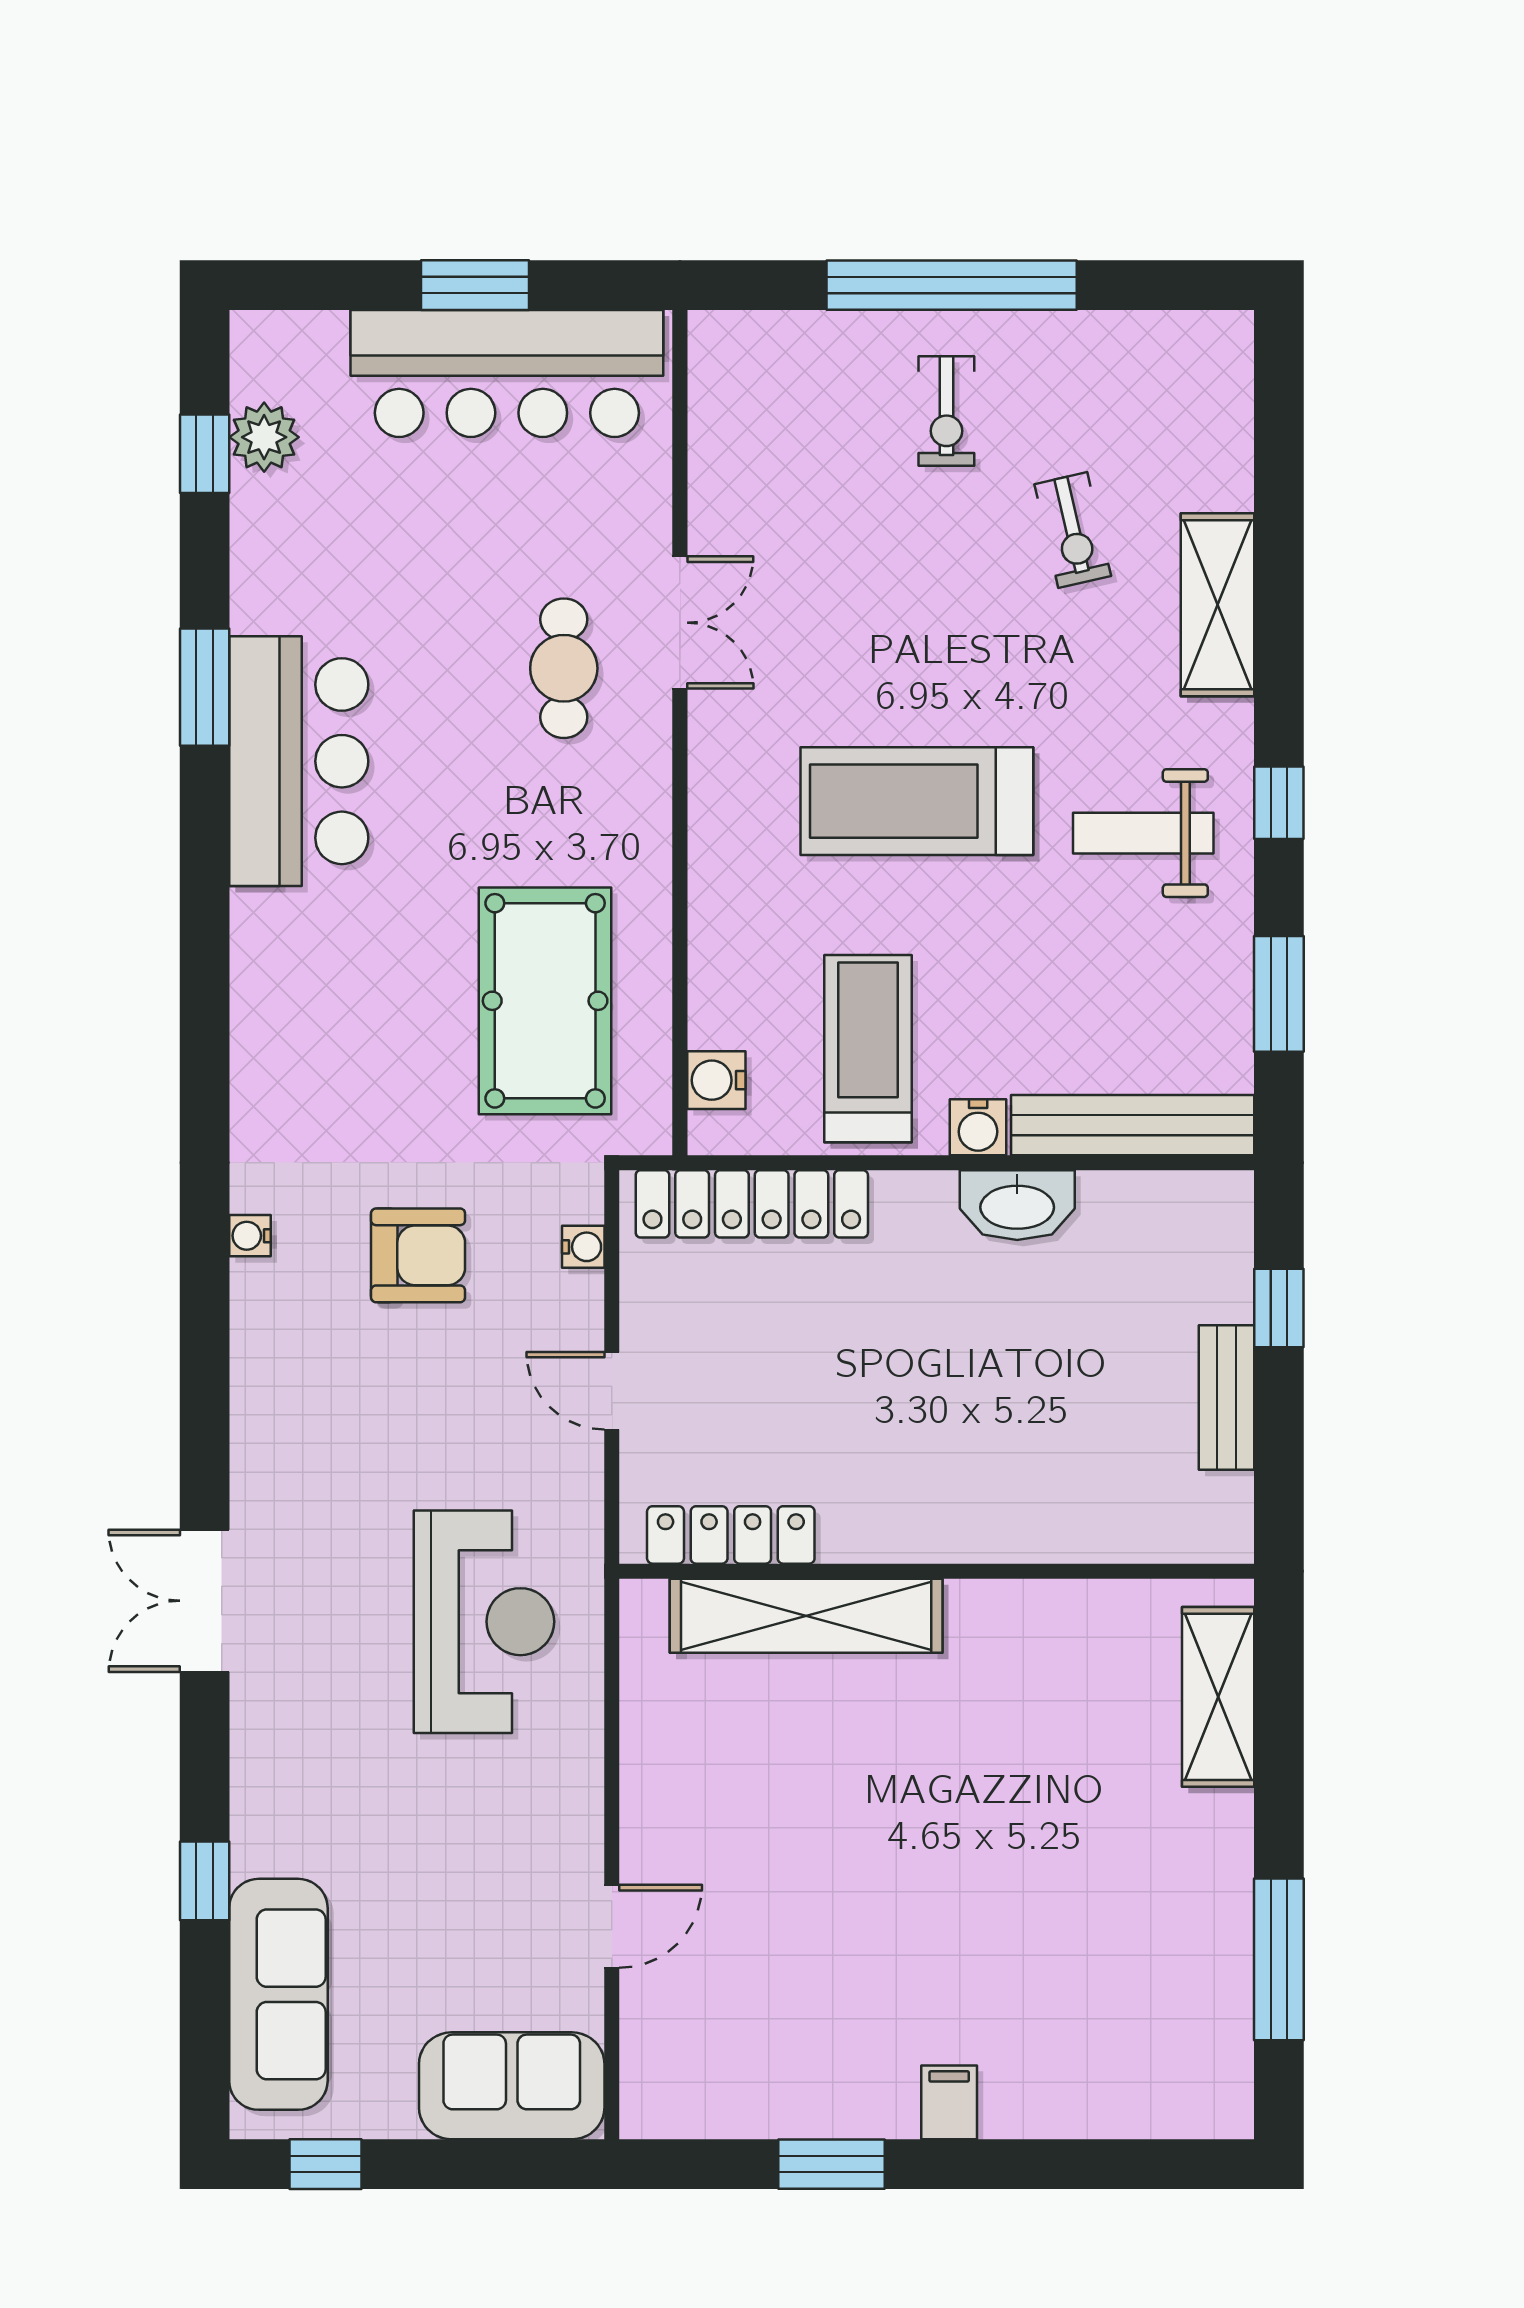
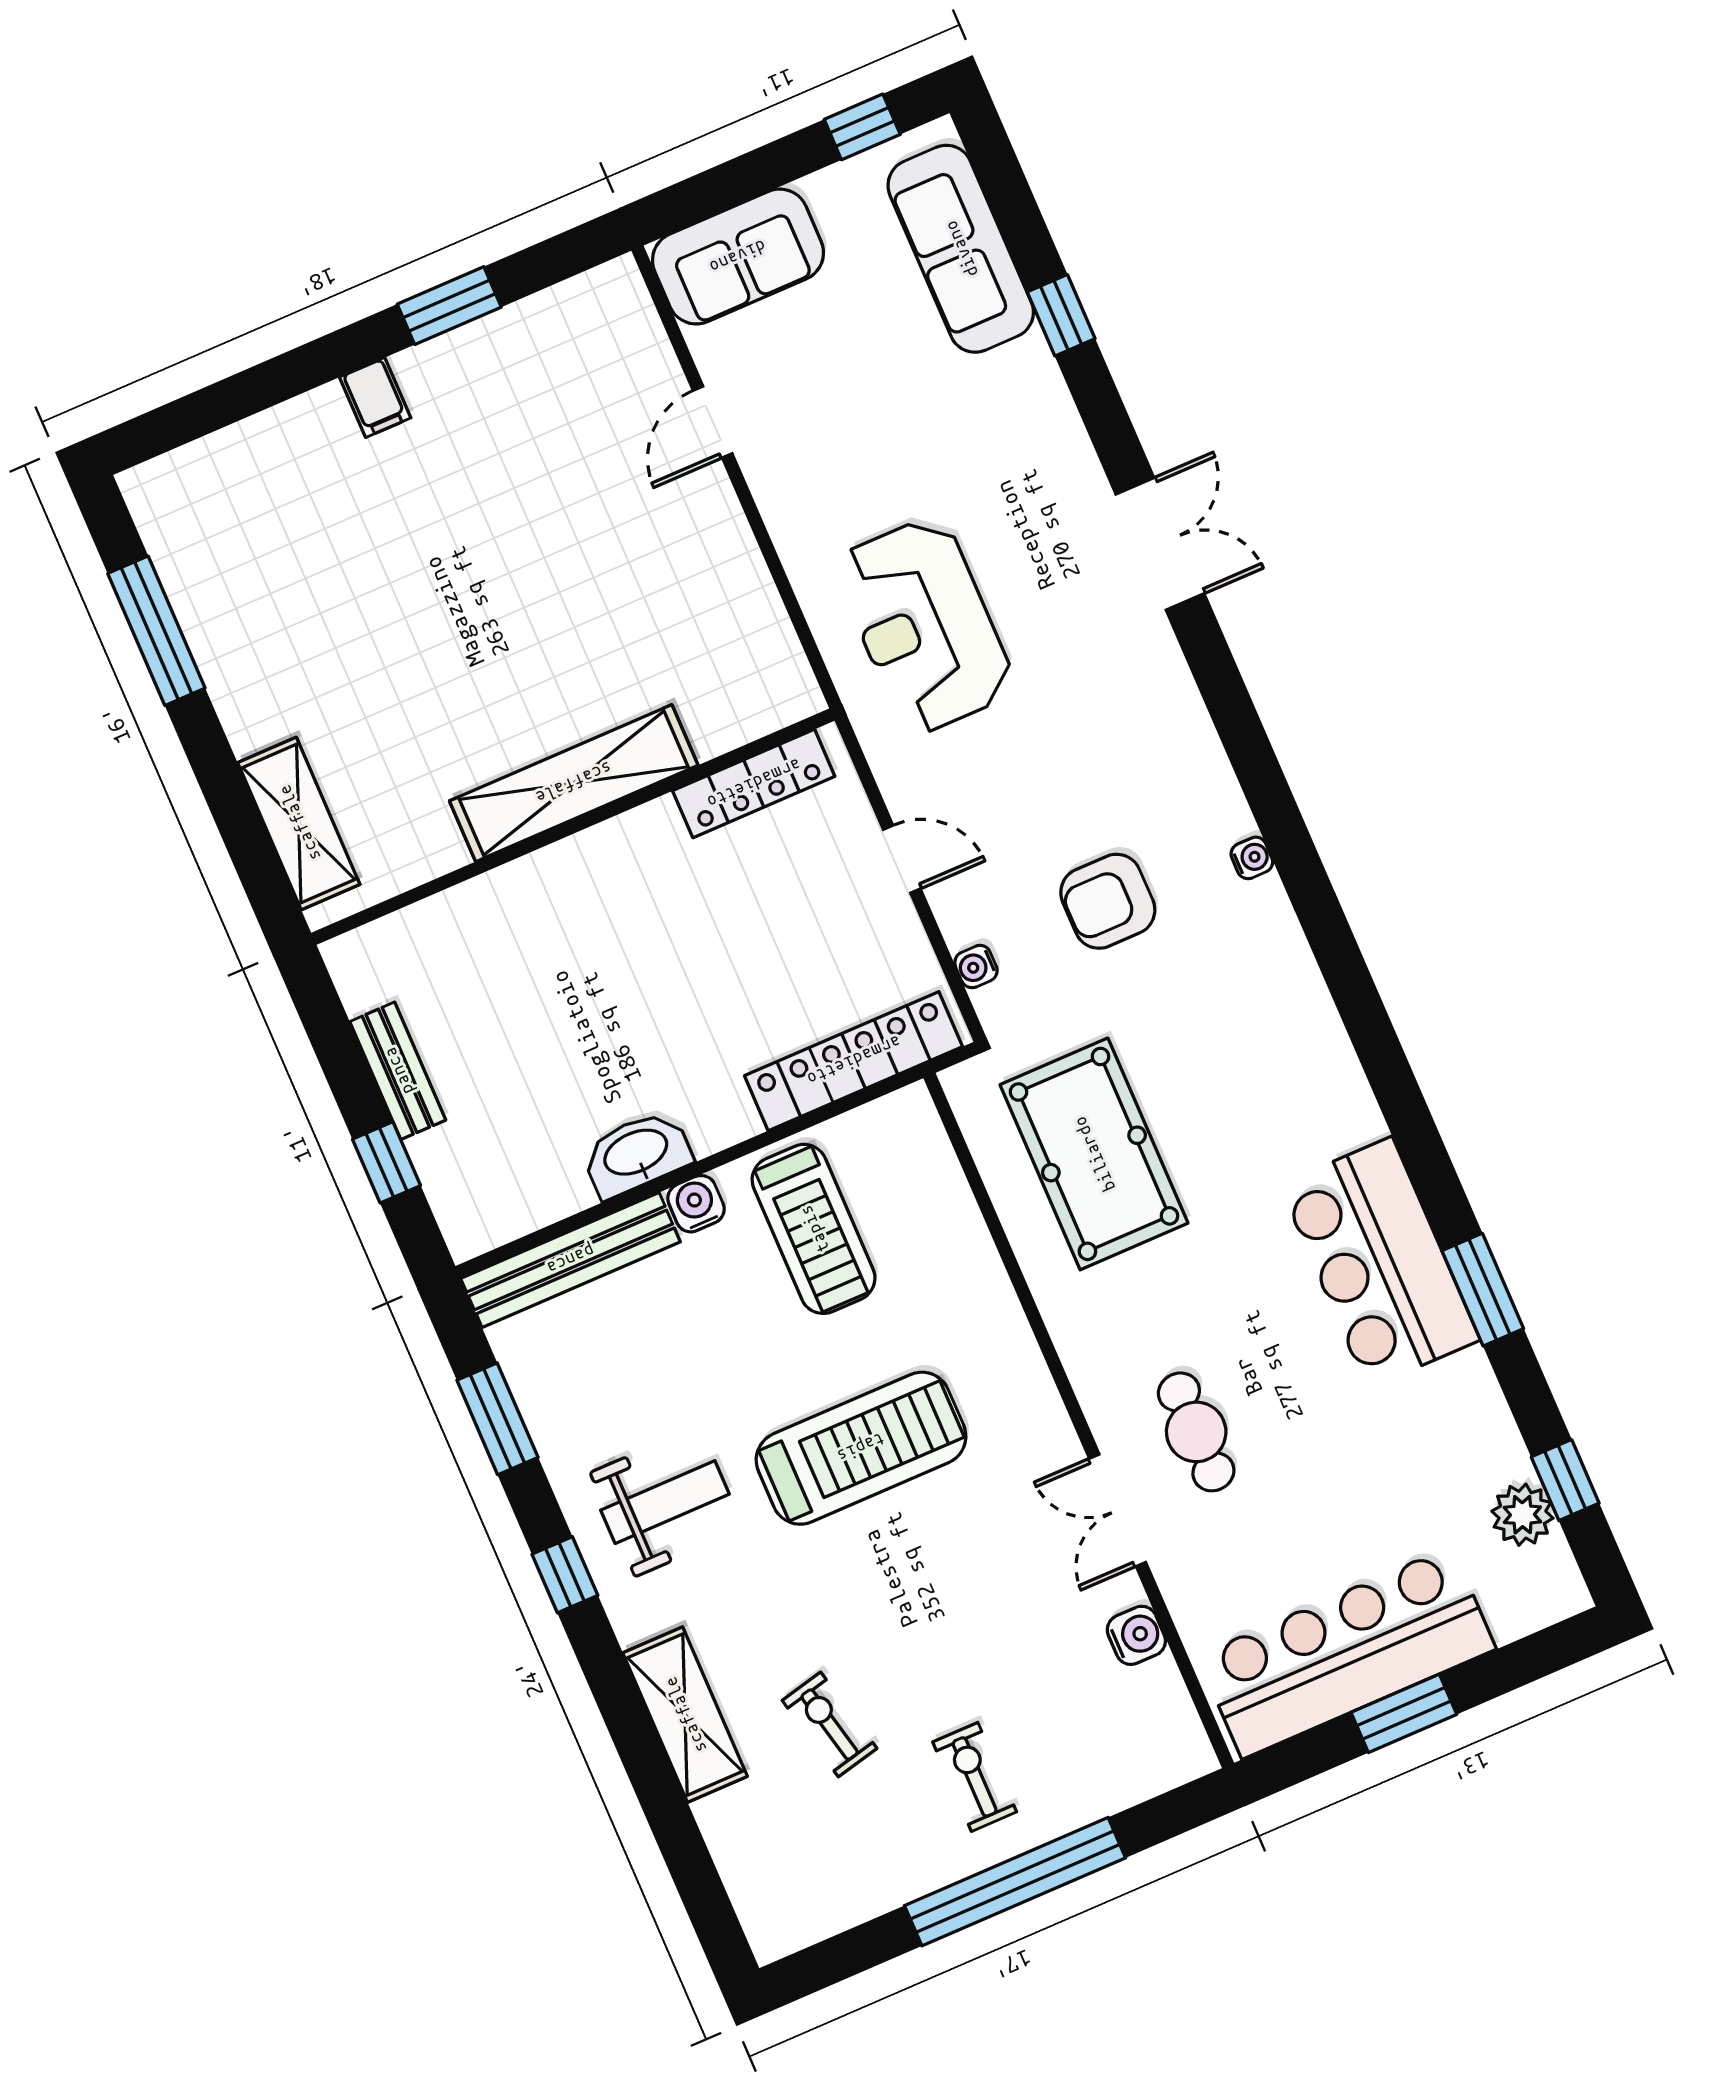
water cooler: (716, 1080) -> (1136, 1635), moved
shelving: (806, 1616) -> (574, 783), moved

